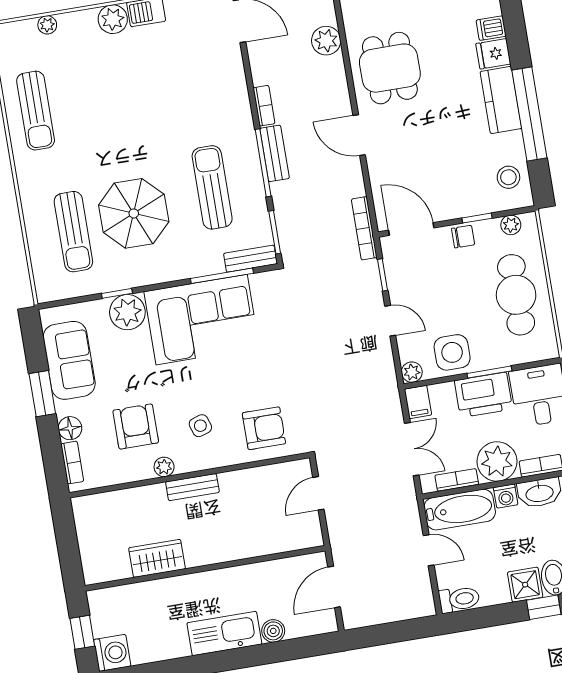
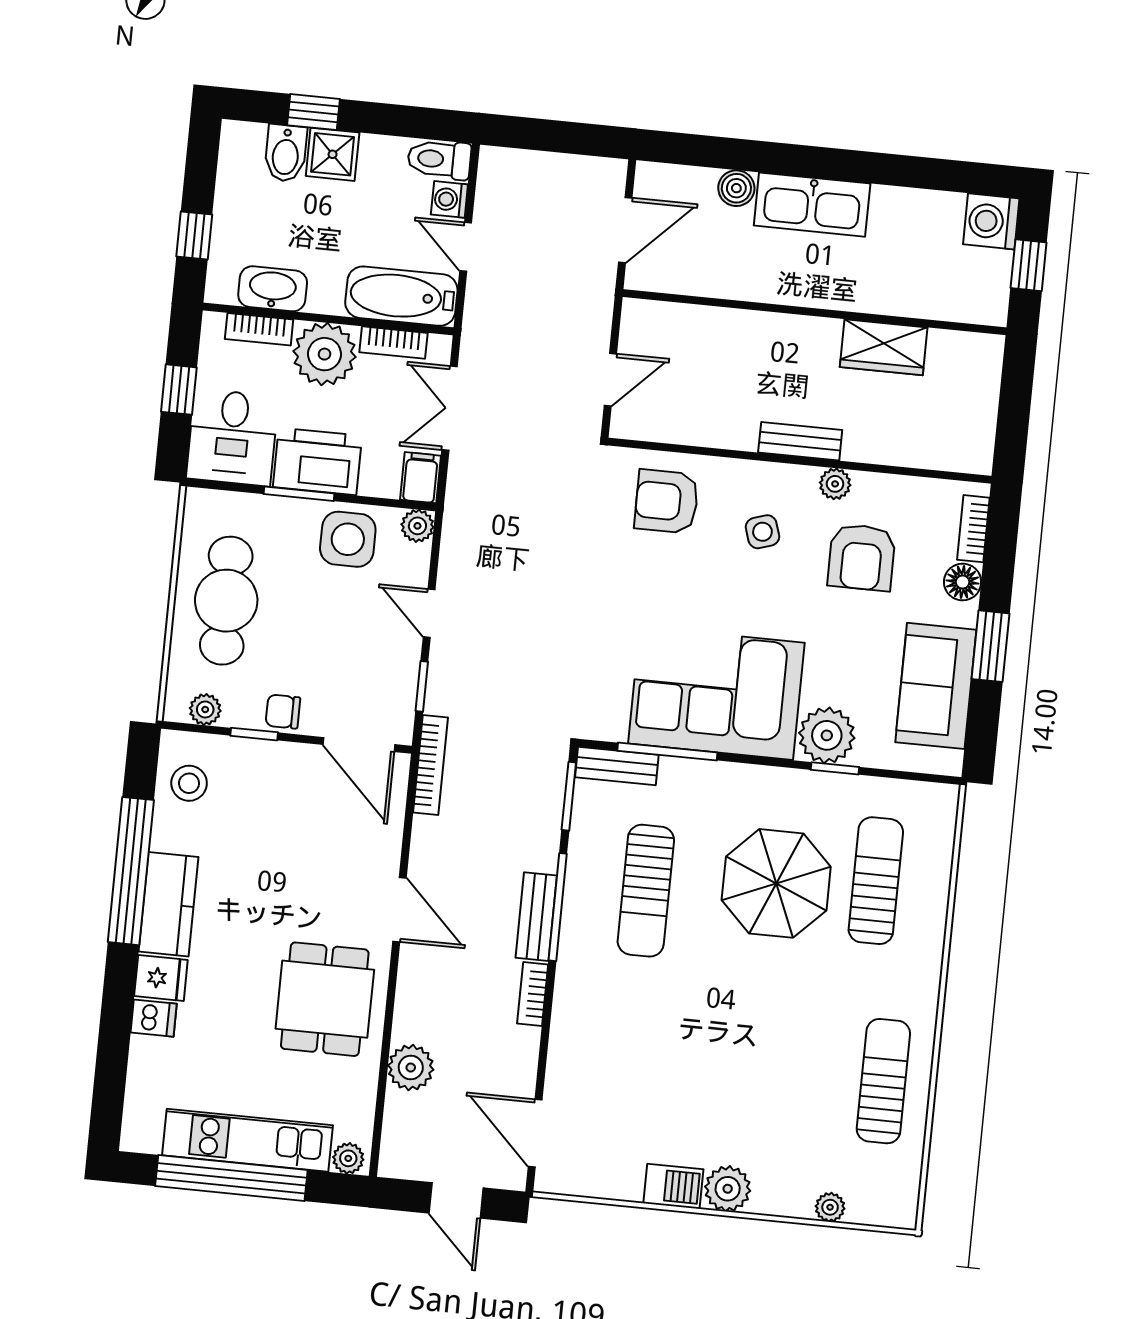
washing machine: (506, 496) -> (449, 199), moved, turned -90

